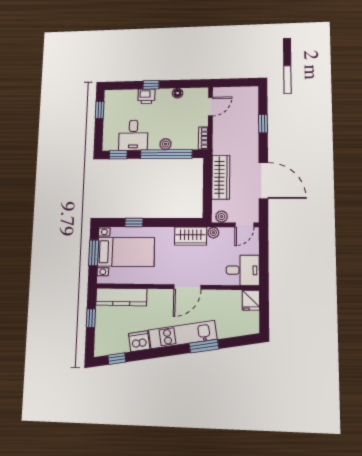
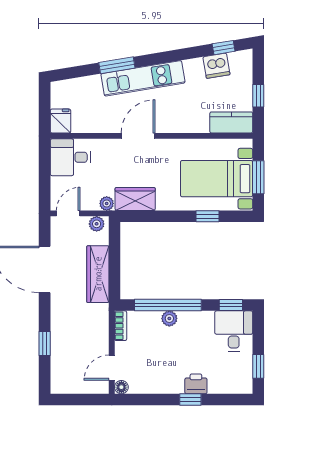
floor lamp: (178, 93) -> (121, 387), moved
desk: (133, 135) -> (234, 331), moved
kitchen counter: (121, 297) -> (231, 122), width x0.67
dishwasher: (139, 341) -> (216, 66), moved

